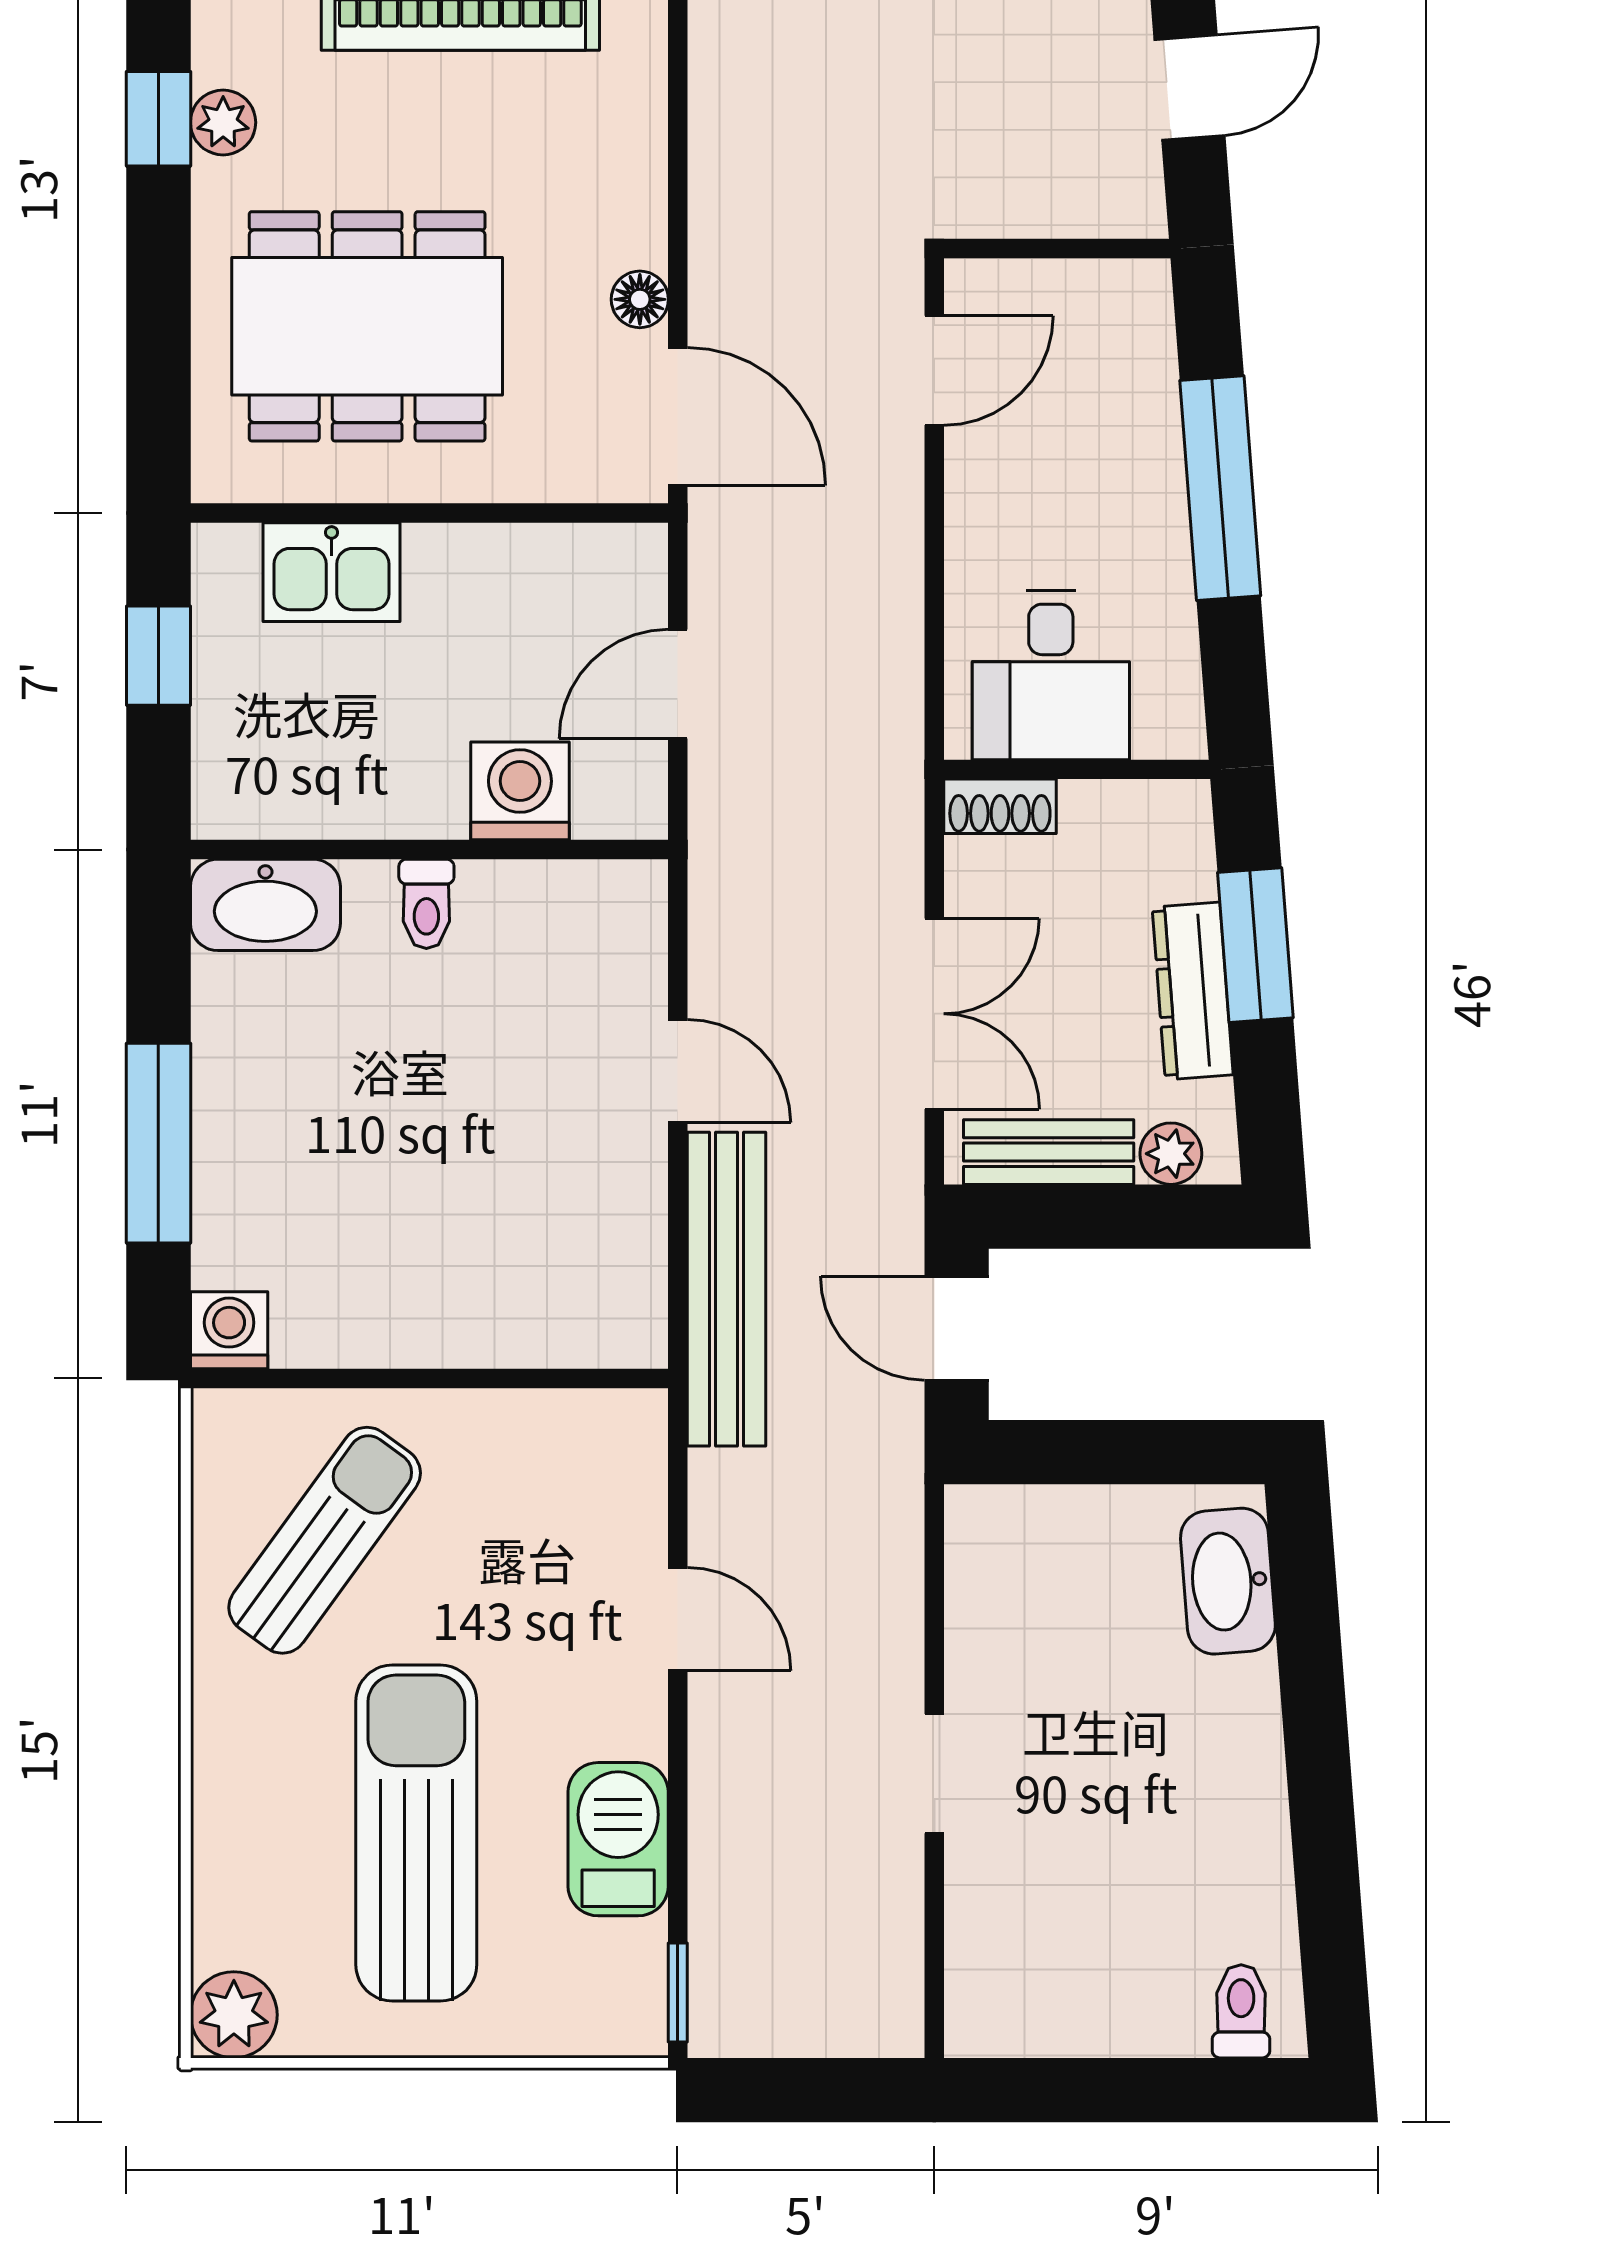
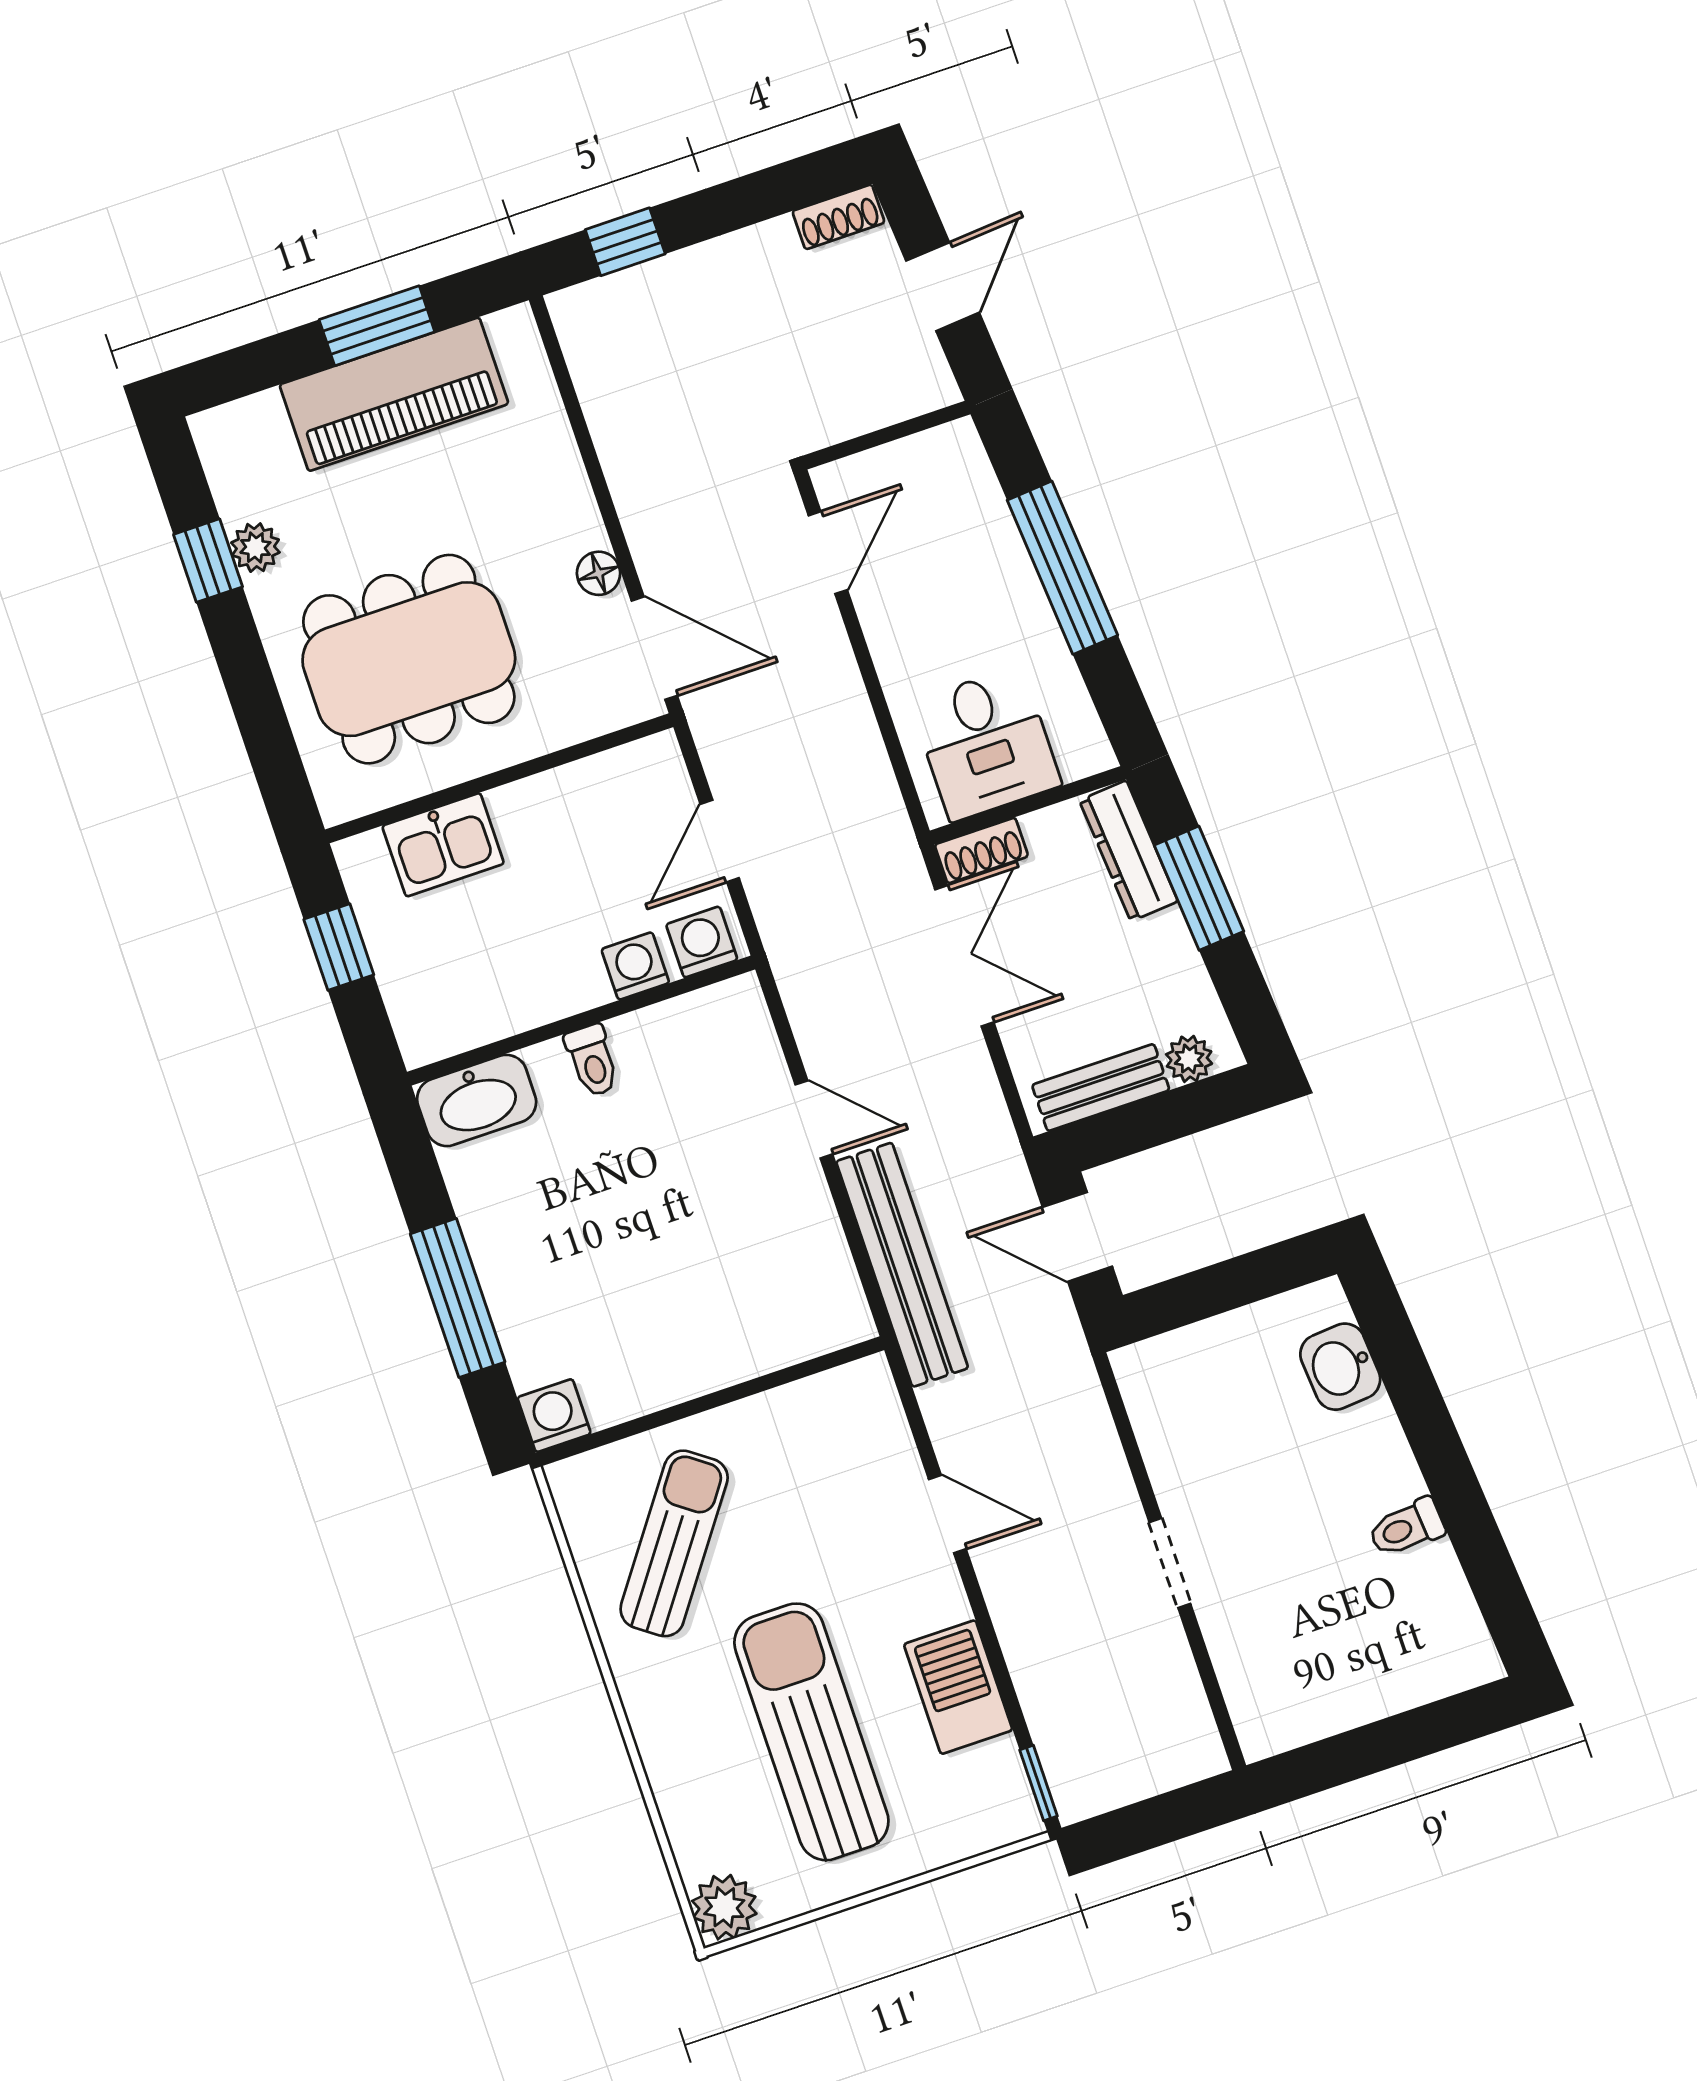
washing machine: (520, 791) -> (635, 966), width x0.73, depth x0.73
washing machine: (613, 802) -> (702, 942), added
dresser: (1193, 991) -> (1129, 851), moved
double door: (934, 1014) -> (964, 956), moved
washbasin: (1228, 1581) -> (1340, 1367), width x0.72
toilet: (1241, 2011) -> (1407, 1528), moved, turned -94

